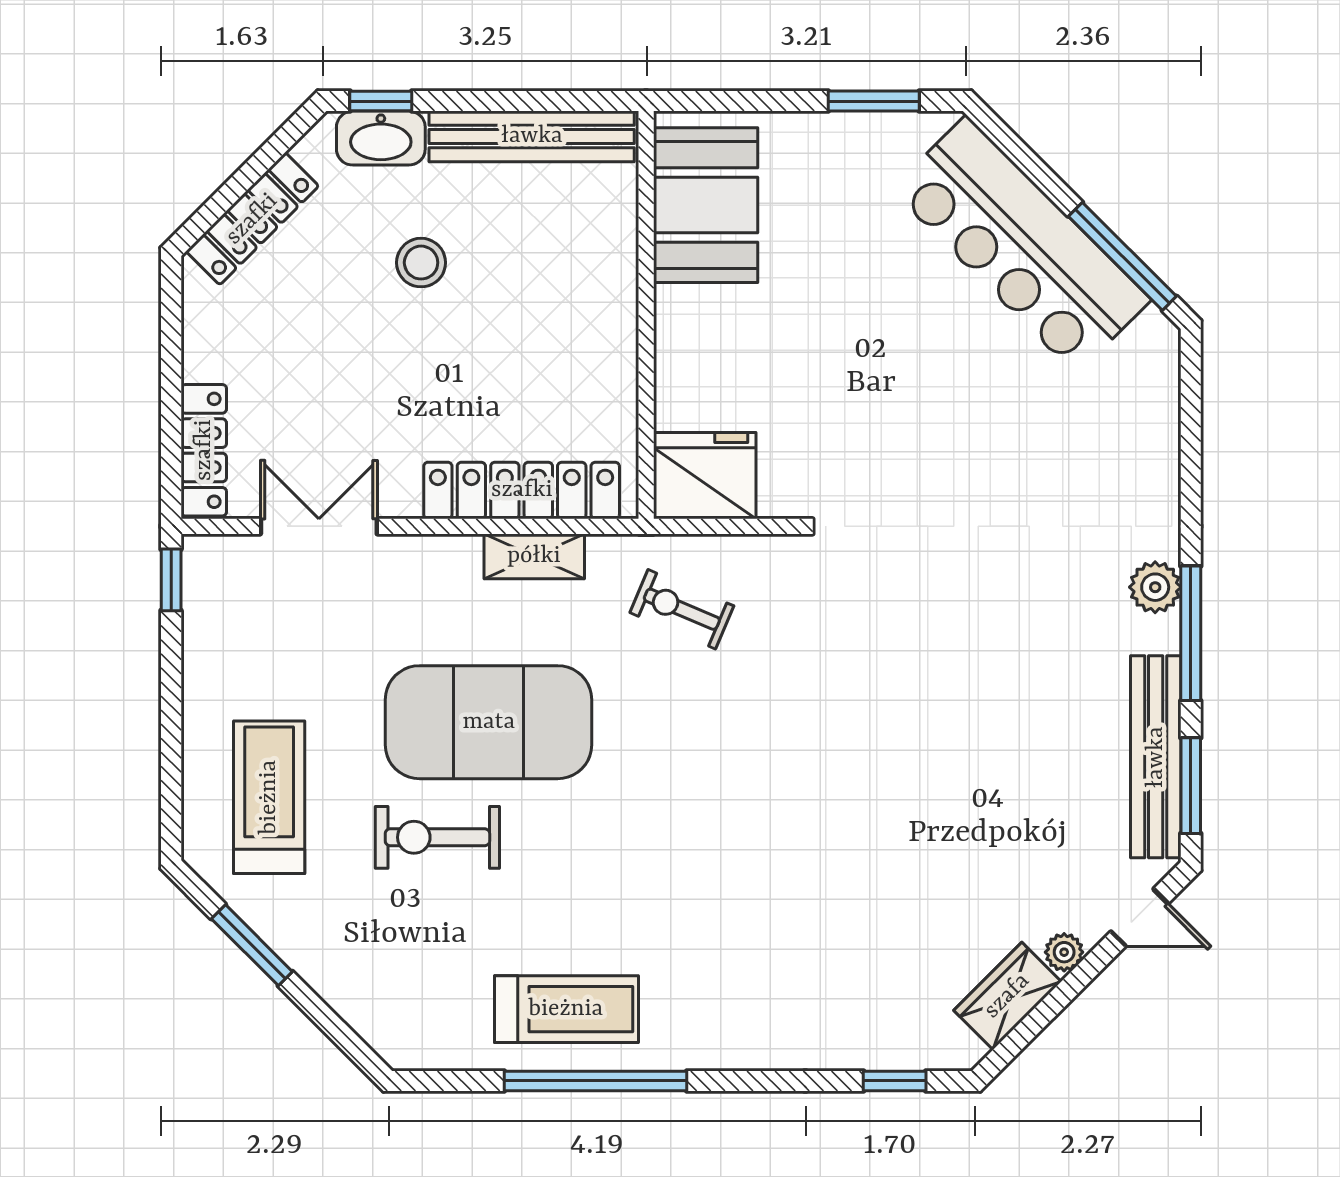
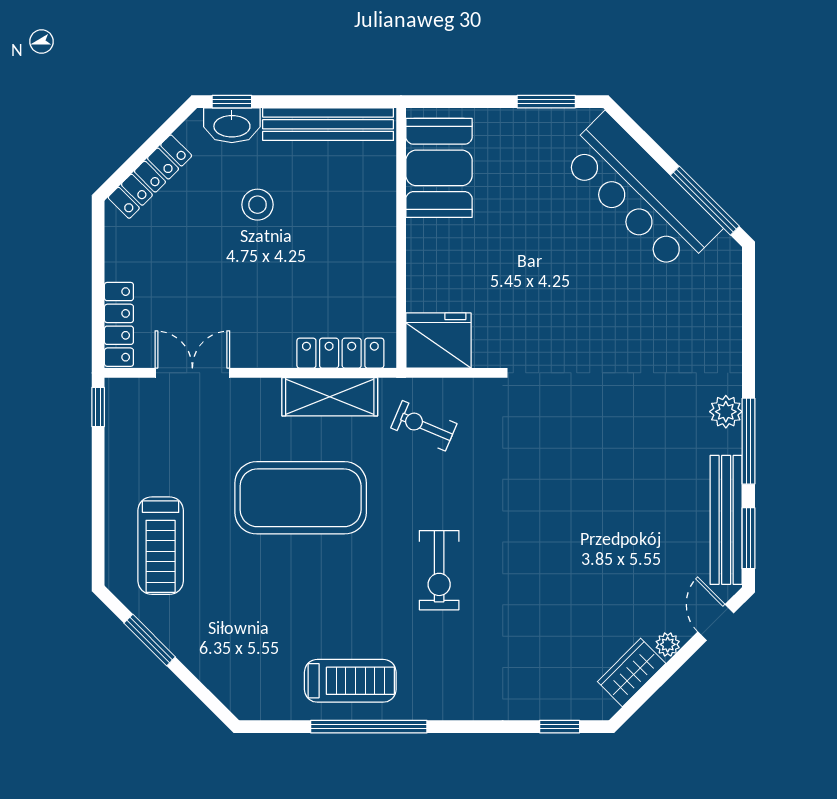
locker: (522, 490) -> (340, 353), width x0.71, depth x0.83
shelving: (534, 556) -> (330, 397), width x1.50, depth x1.33
treadmill: (269, 797) -> (161, 546), turned 180
exercise bike: (437, 837) -> (439, 570), moved, turned -90
door: (1139, 918) -> (716, 622), swing flipped

